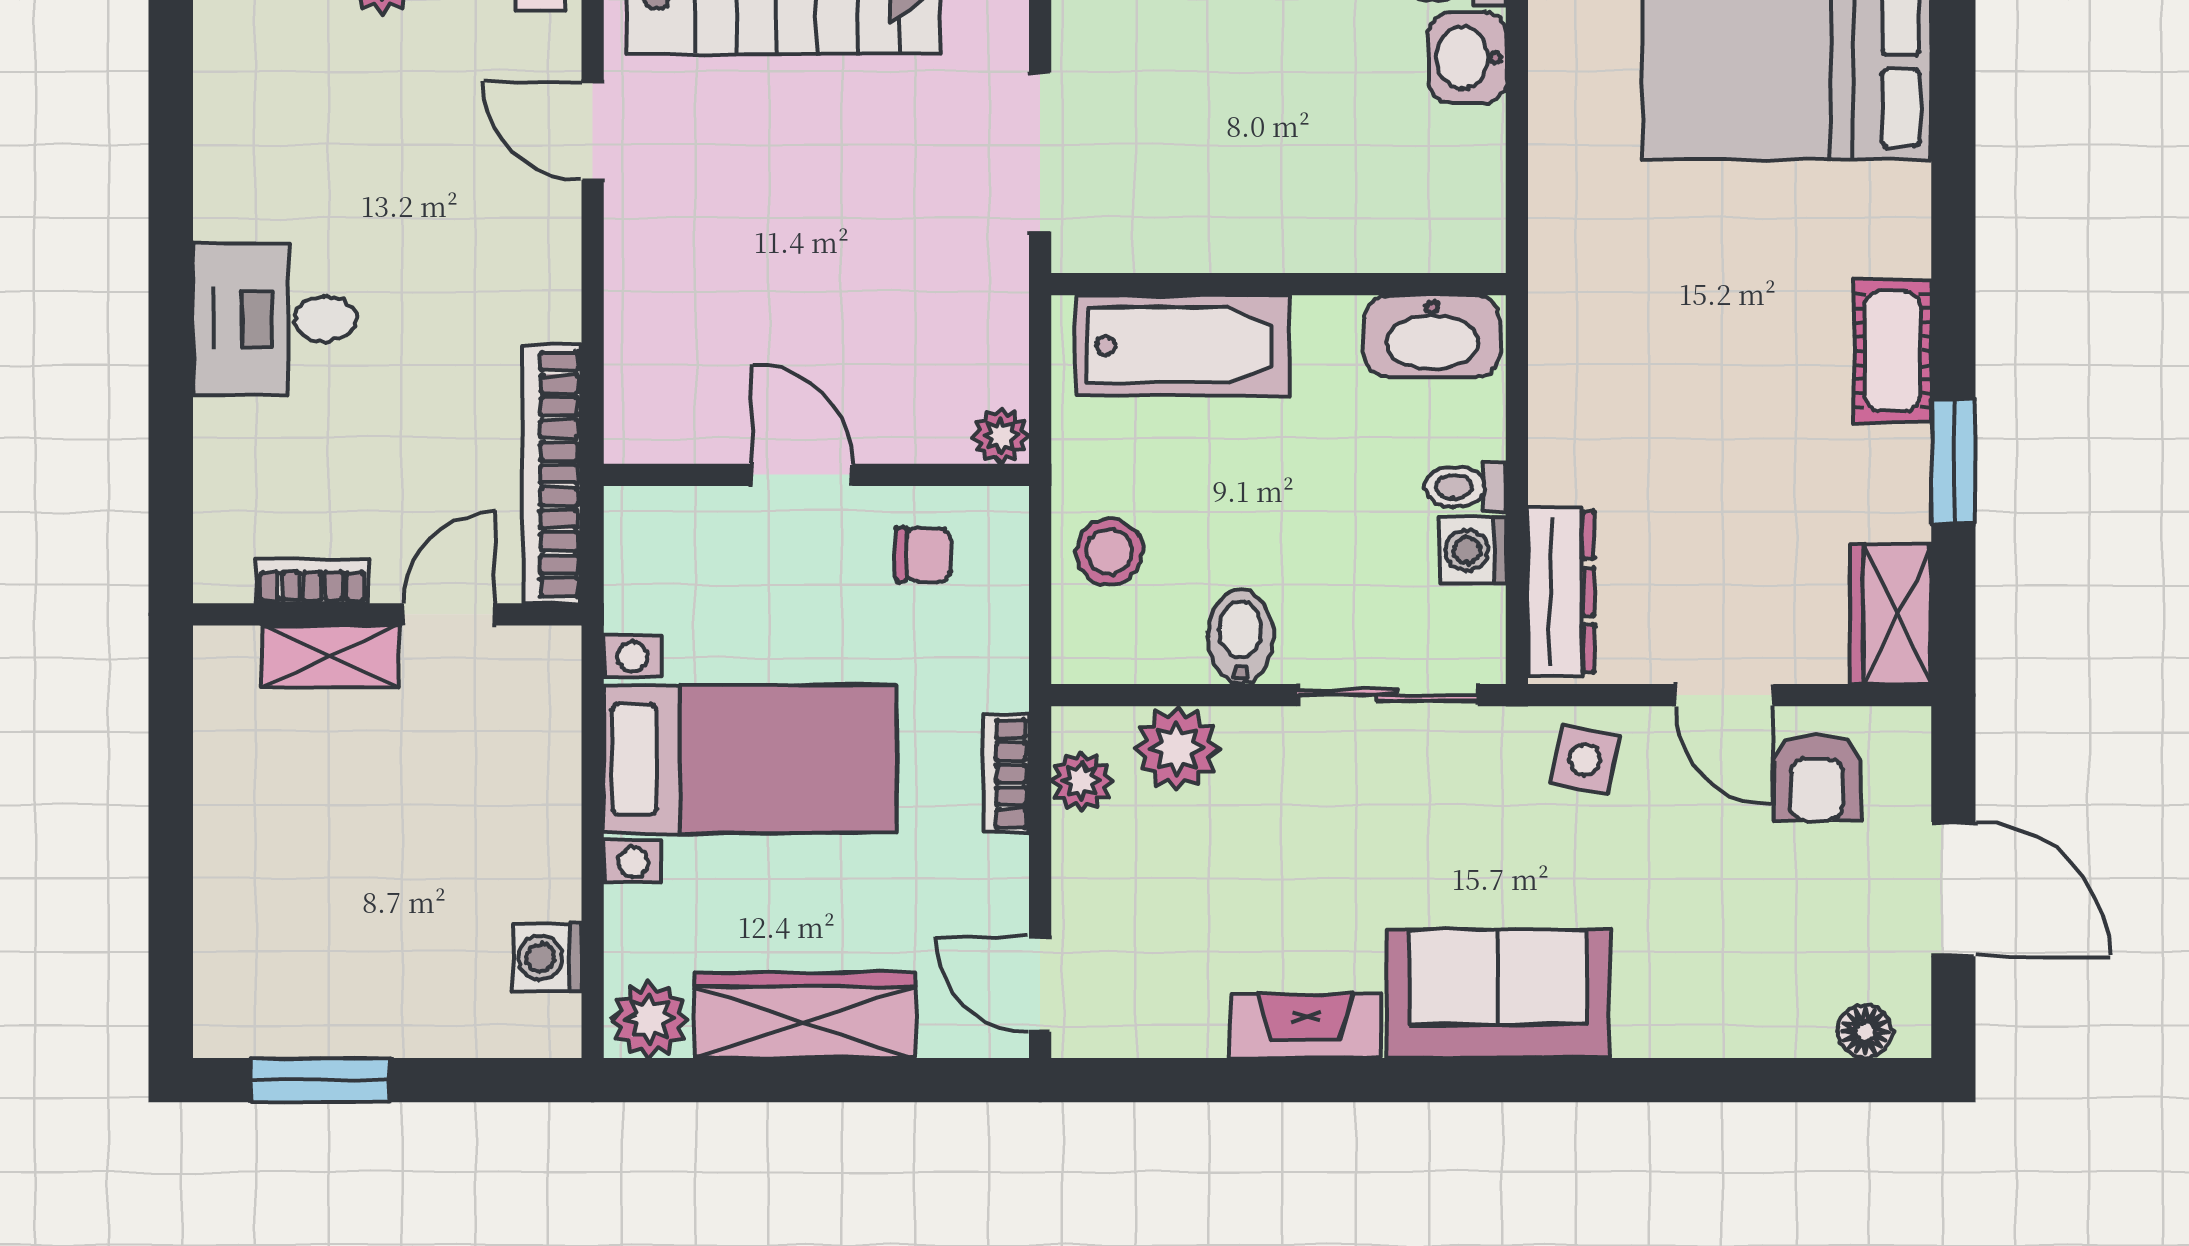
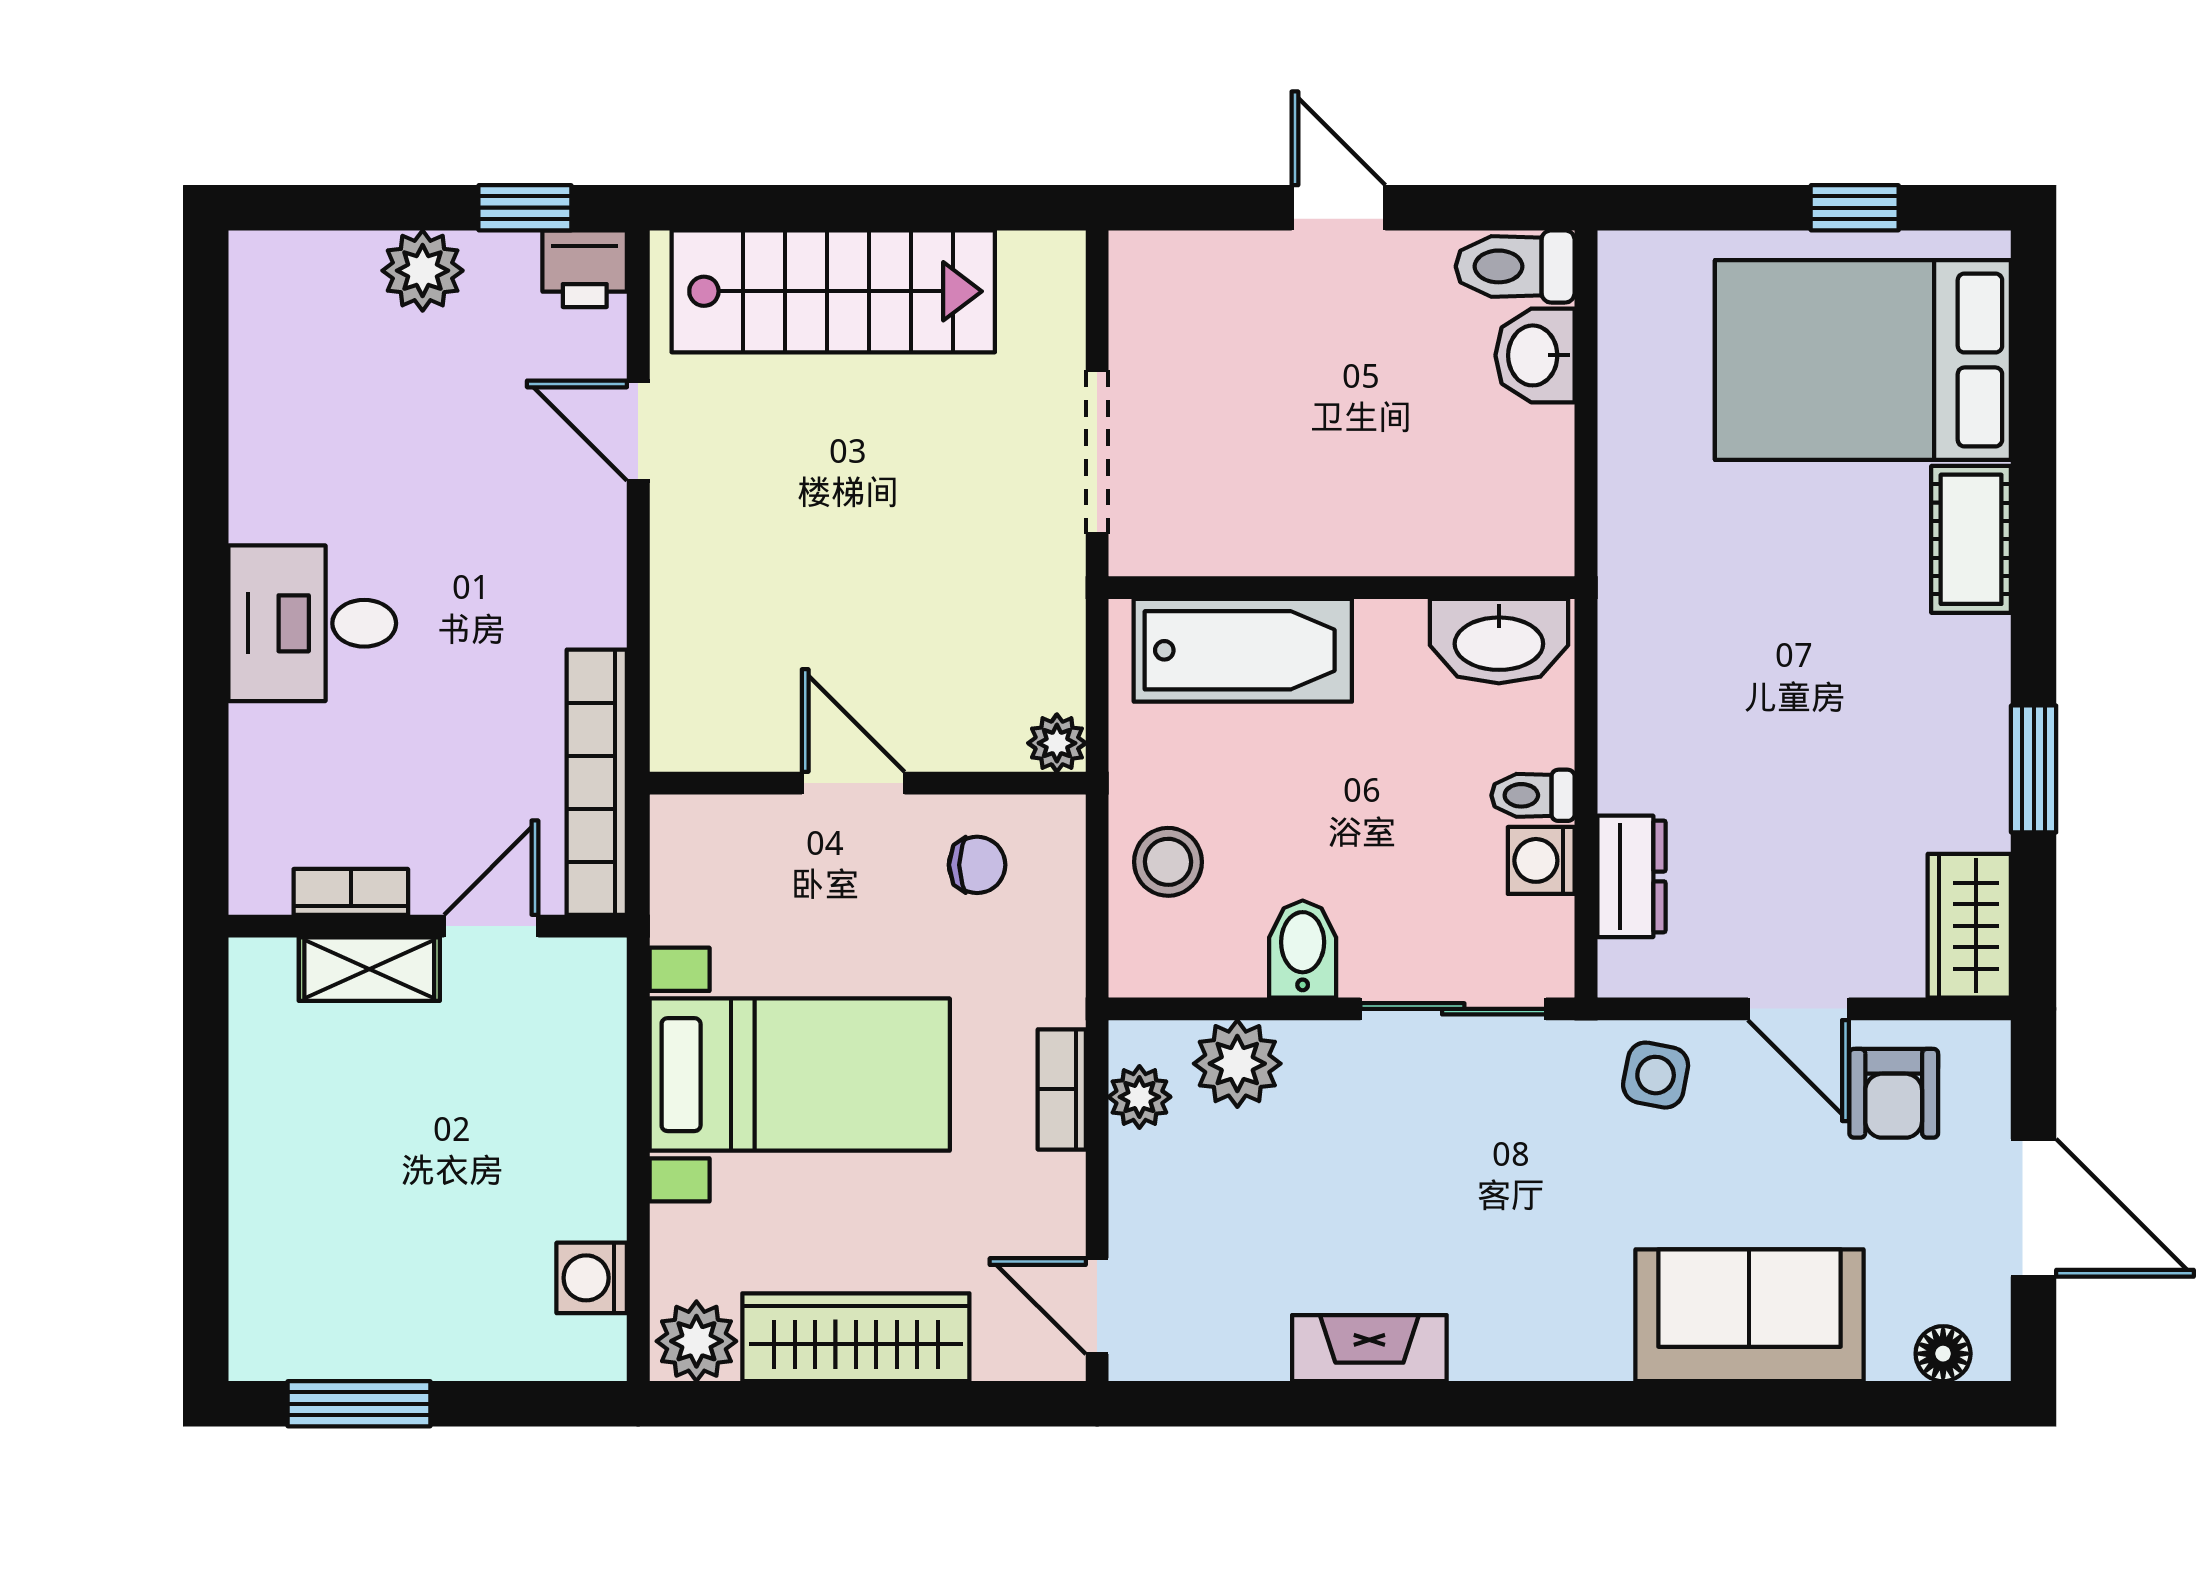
cot: (1892, 351) -> (1971, 539), moved
dresser: (1561, 592) -> (1631, 876), width x0.70
sofa: (1498, 994) -> (1749, 1315), moved

